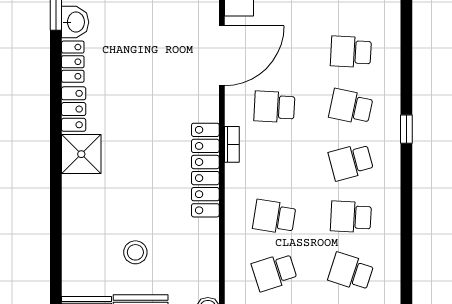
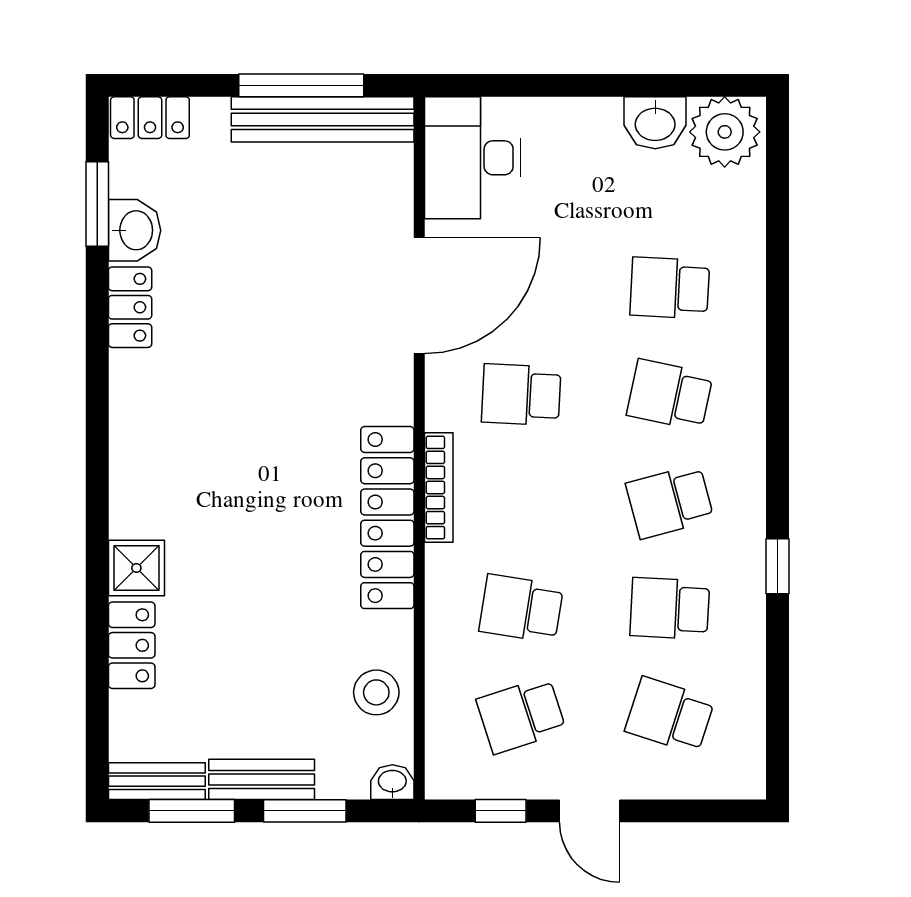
locker: (74, 109) -> (132, 645), moved
window: (406, 129) -> (778, 566), moved
bookcase: (232, 144) -> (439, 487), width x1.56
shower: (81, 154) -> (136, 568), moved, width x0.73, depth x0.73
stool: (135, 252) -> (376, 692), moved

